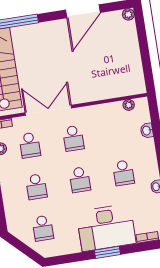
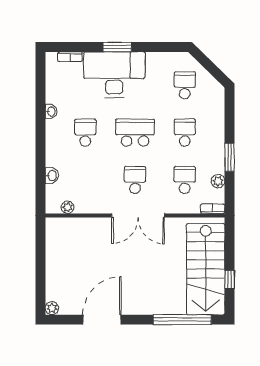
double door: (48, 110) -> (138, 215), moved
school desk: (80, 180) -> (135, 133), width x1.85

